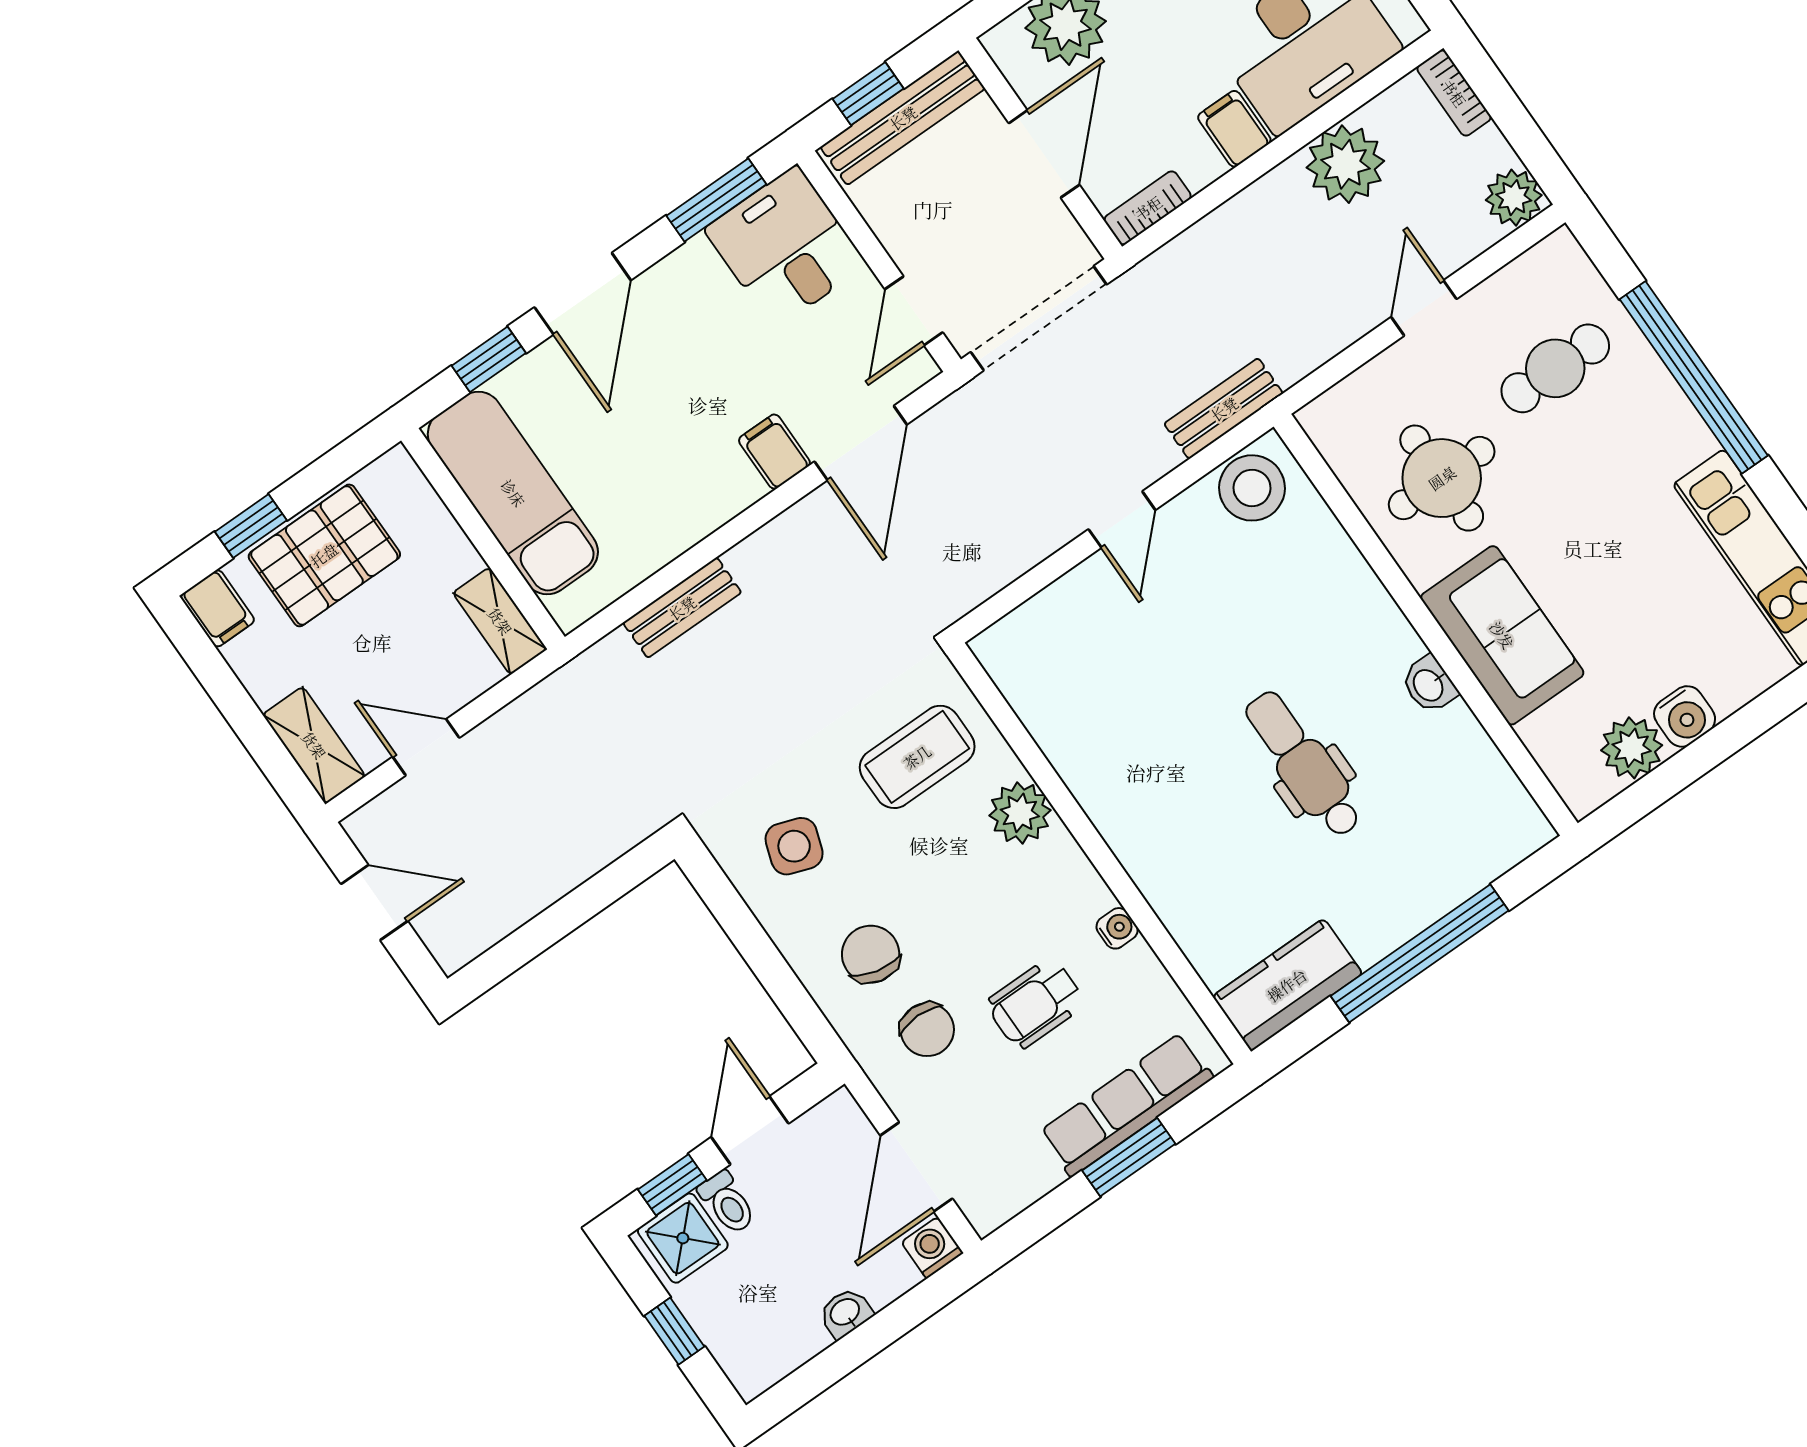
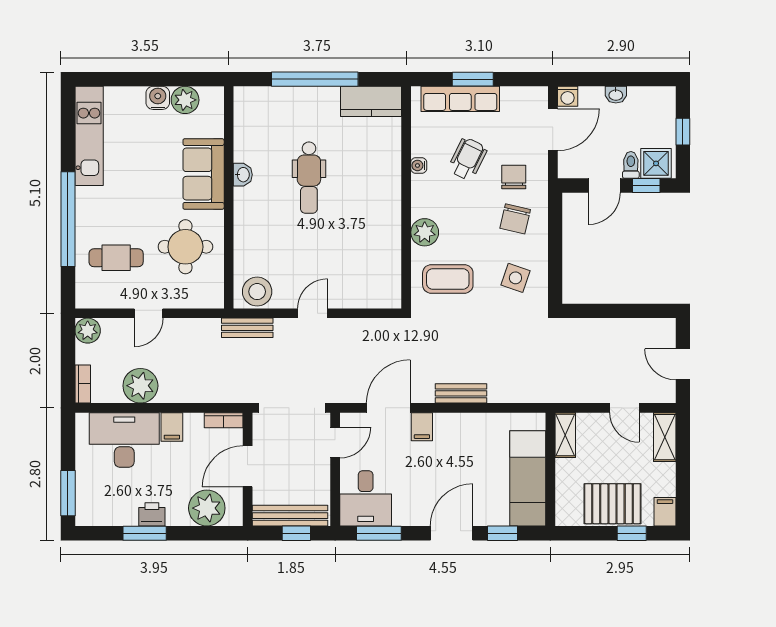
bench: (682, 608) -> (461, 393), moved
wheelchair: (1036, 1003) -> (468, 159), turned -64

